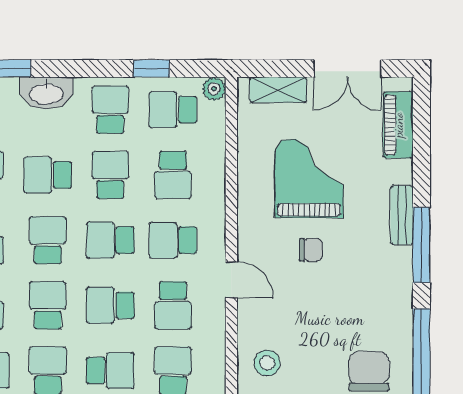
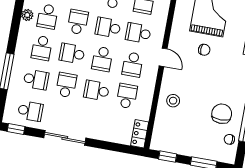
school desk: (48, 305) -> (72, 54), turned -90
school desk: (110, 305) -> (102, 59), turned -90
school desk: (110, 371) -> (97, 91), turned 180

